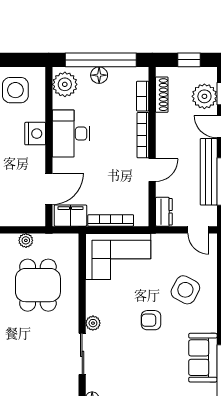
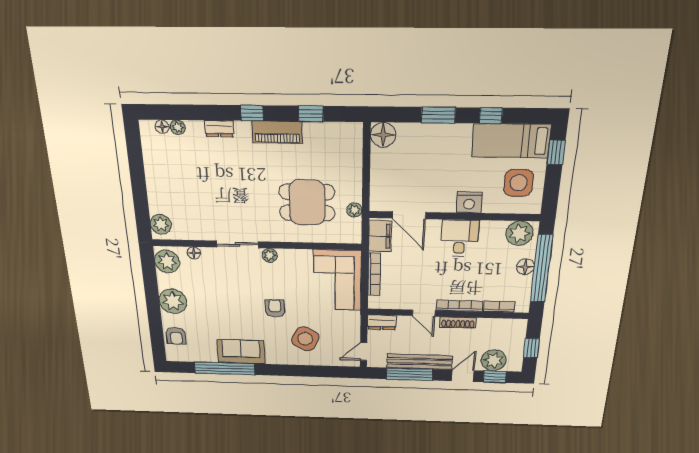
shoe rack: (162, 95) -> (458, 323), moved
desk: (71, 134) -> (460, 238), width x0.73
plant: (26, 240) -> (354, 210), moved

